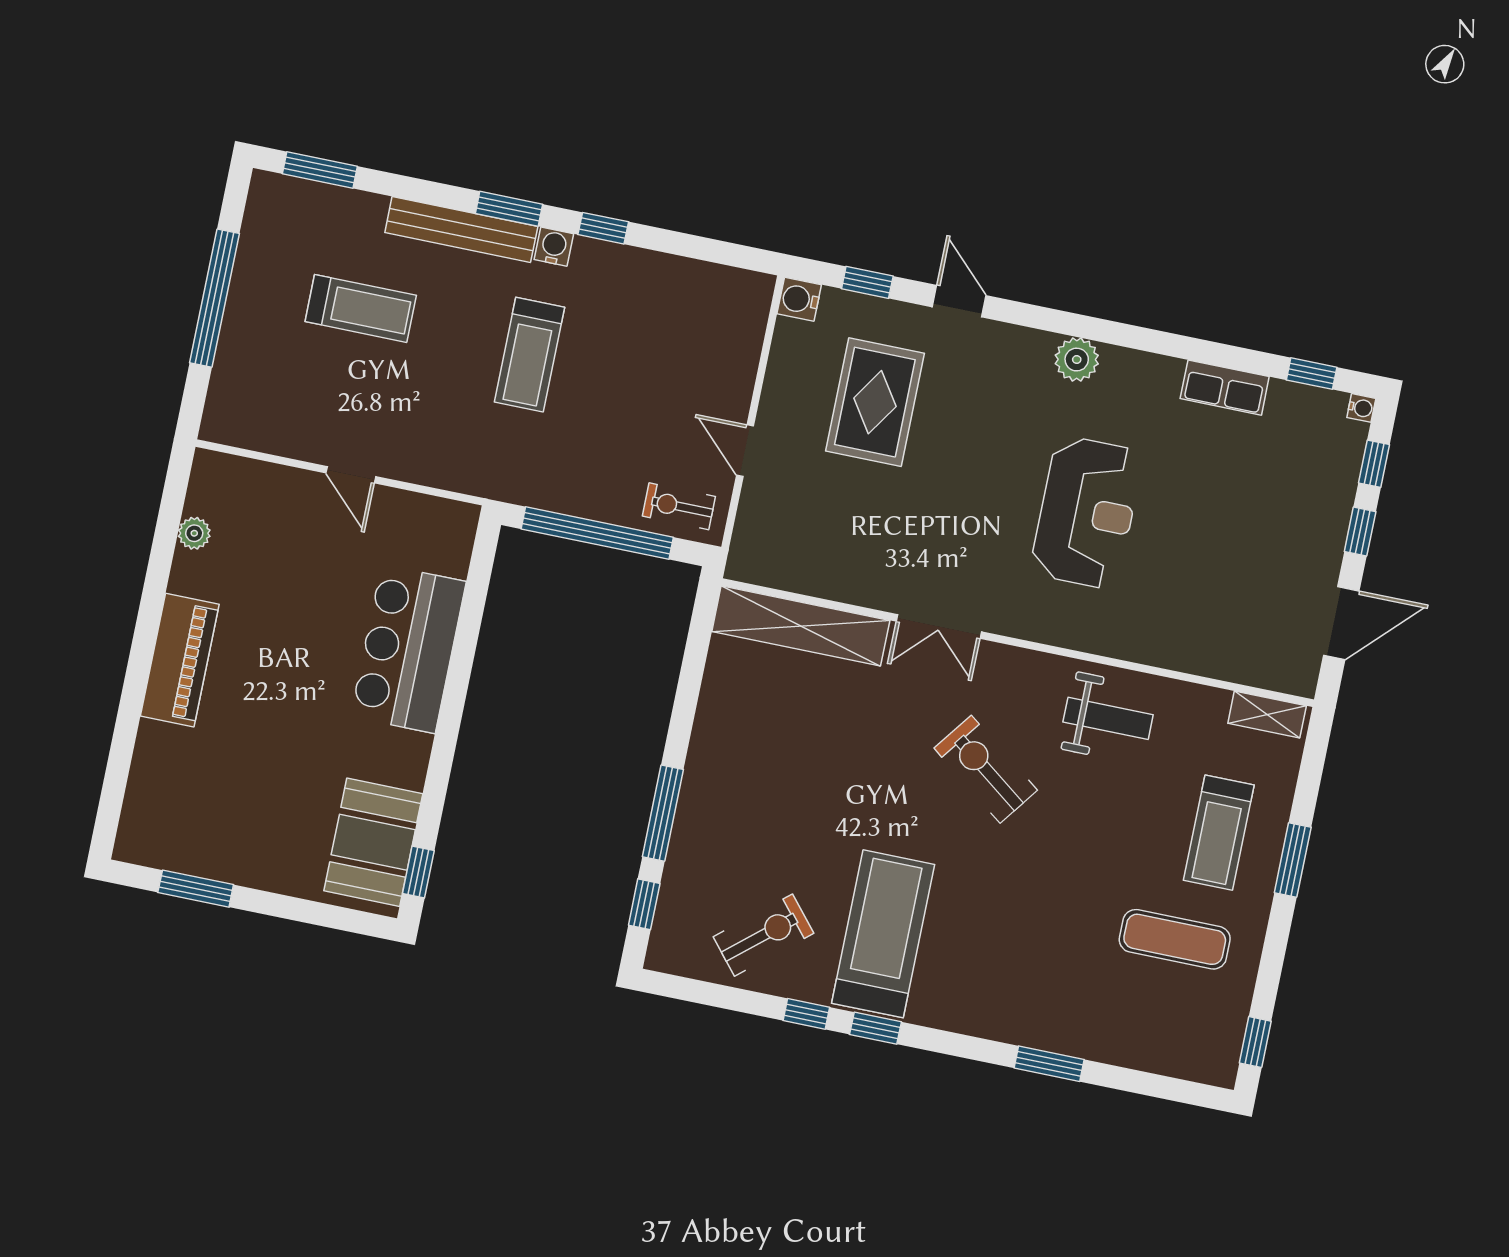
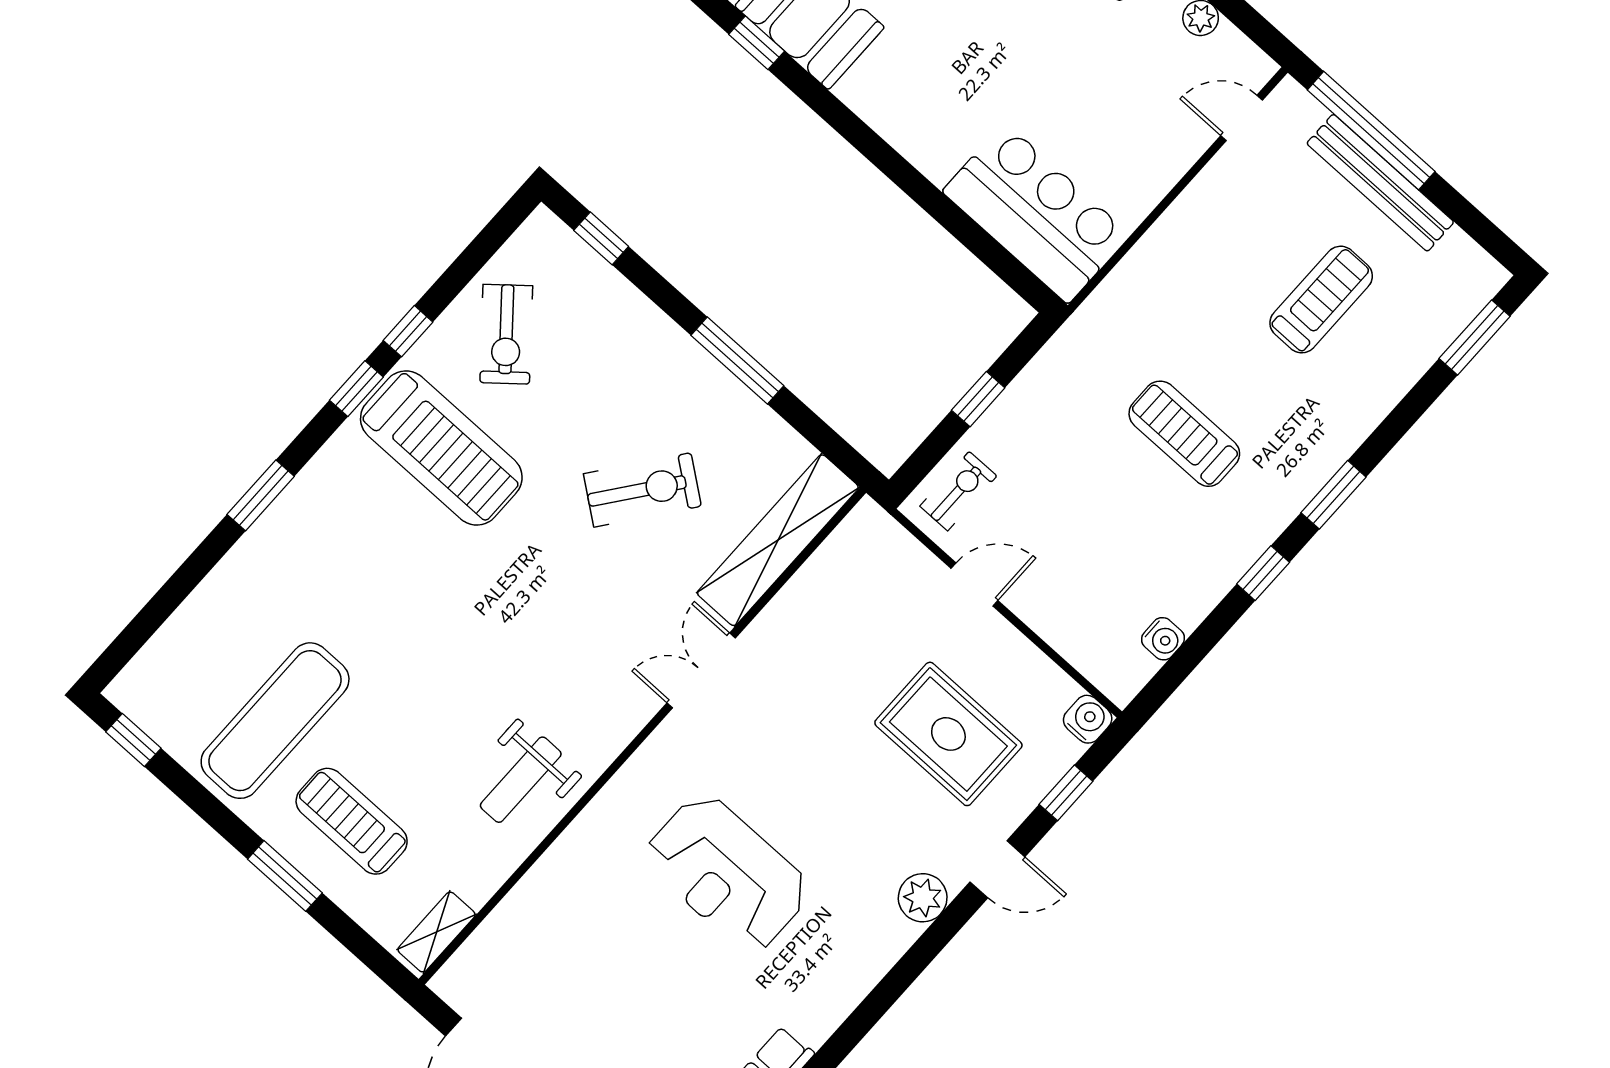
bench: (461, 230) -> (1380, 183), moved, turned 90
water cooler: (554, 247) -> (1163, 639), moved
window: (214, 298) -> (1371, 131), moved
treadmill: (361, 308) -> (1321, 300), turned 180
plant: (1077, 360) -> (923, 898), moved
door: (351, 475) -> (1242, 118), moved
window: (597, 533) -> (978, 399), width x0.32
bar counter: (408, 649) -> (1036, 213), moved
exercise bike: (986, 769) -> (642, 490), moved
window: (663, 813) -> (737, 361), moved
exercise mat: (1175, 939) -> (275, 721), width x1.36, depth x1.45
window: (1049, 1064) -> (261, 495), moved

